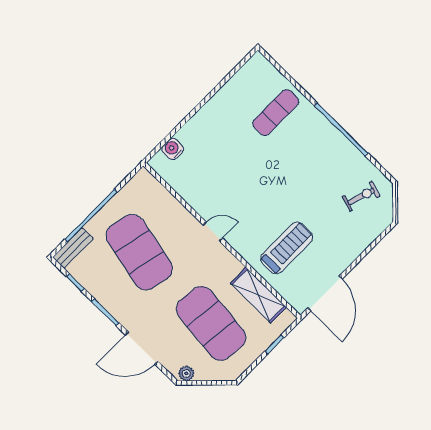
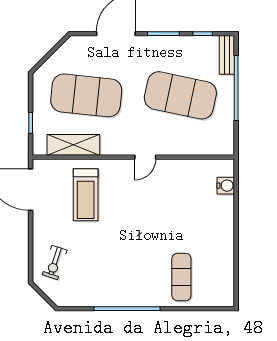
exercise bike: (361, 196) -> (55, 262), moved
plant: (186, 374) -> (70, 46), removed

